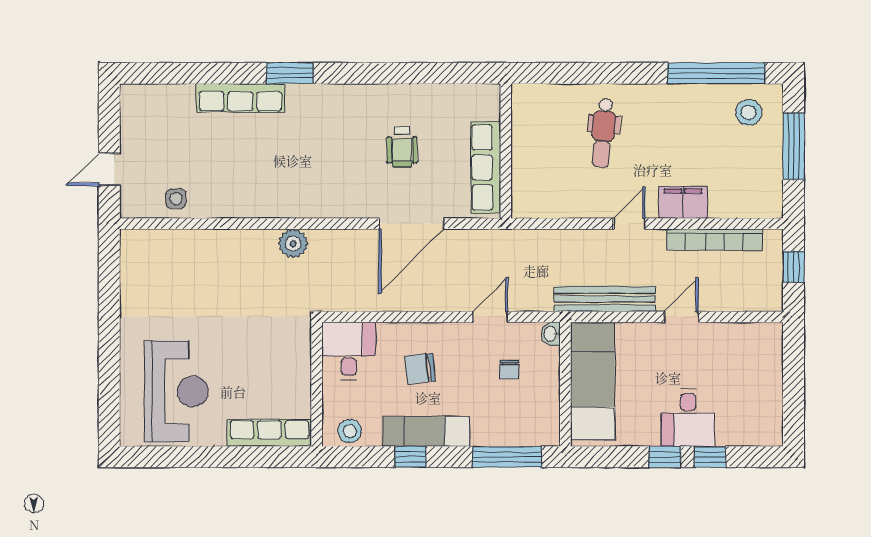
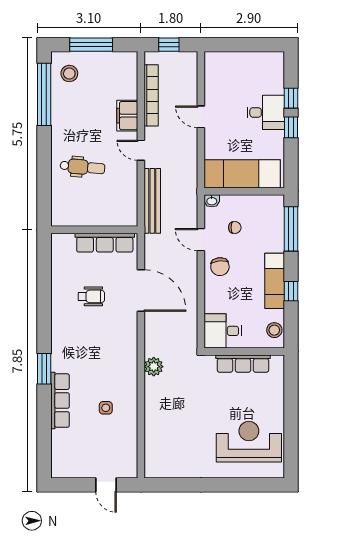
side table: (176, 199) -> (106, 408), moved
bench: (605, 299) -> (152, 201), moved
chair: (420, 369) -> (220, 267), moved
row of seats: (269, 433) -> (243, 364), moved, turned -90

